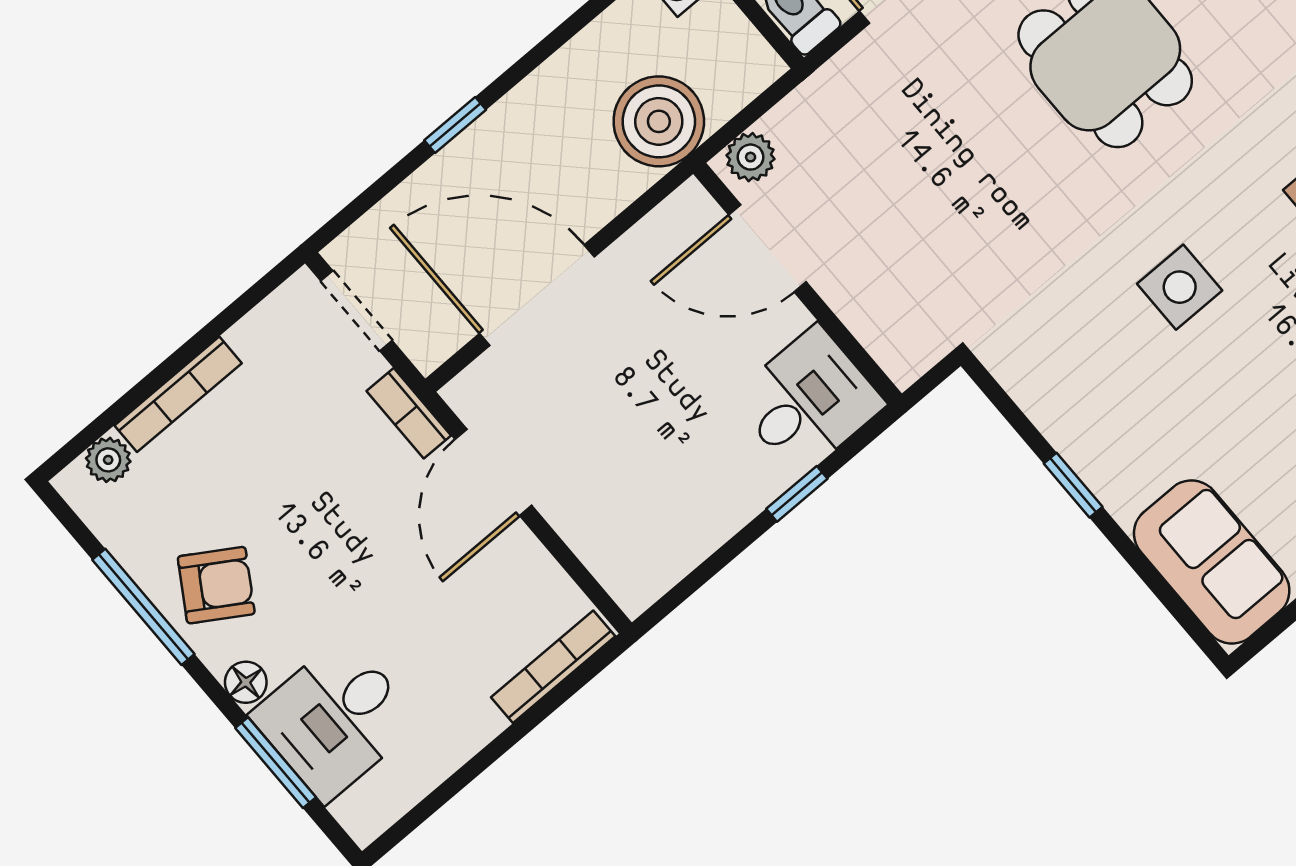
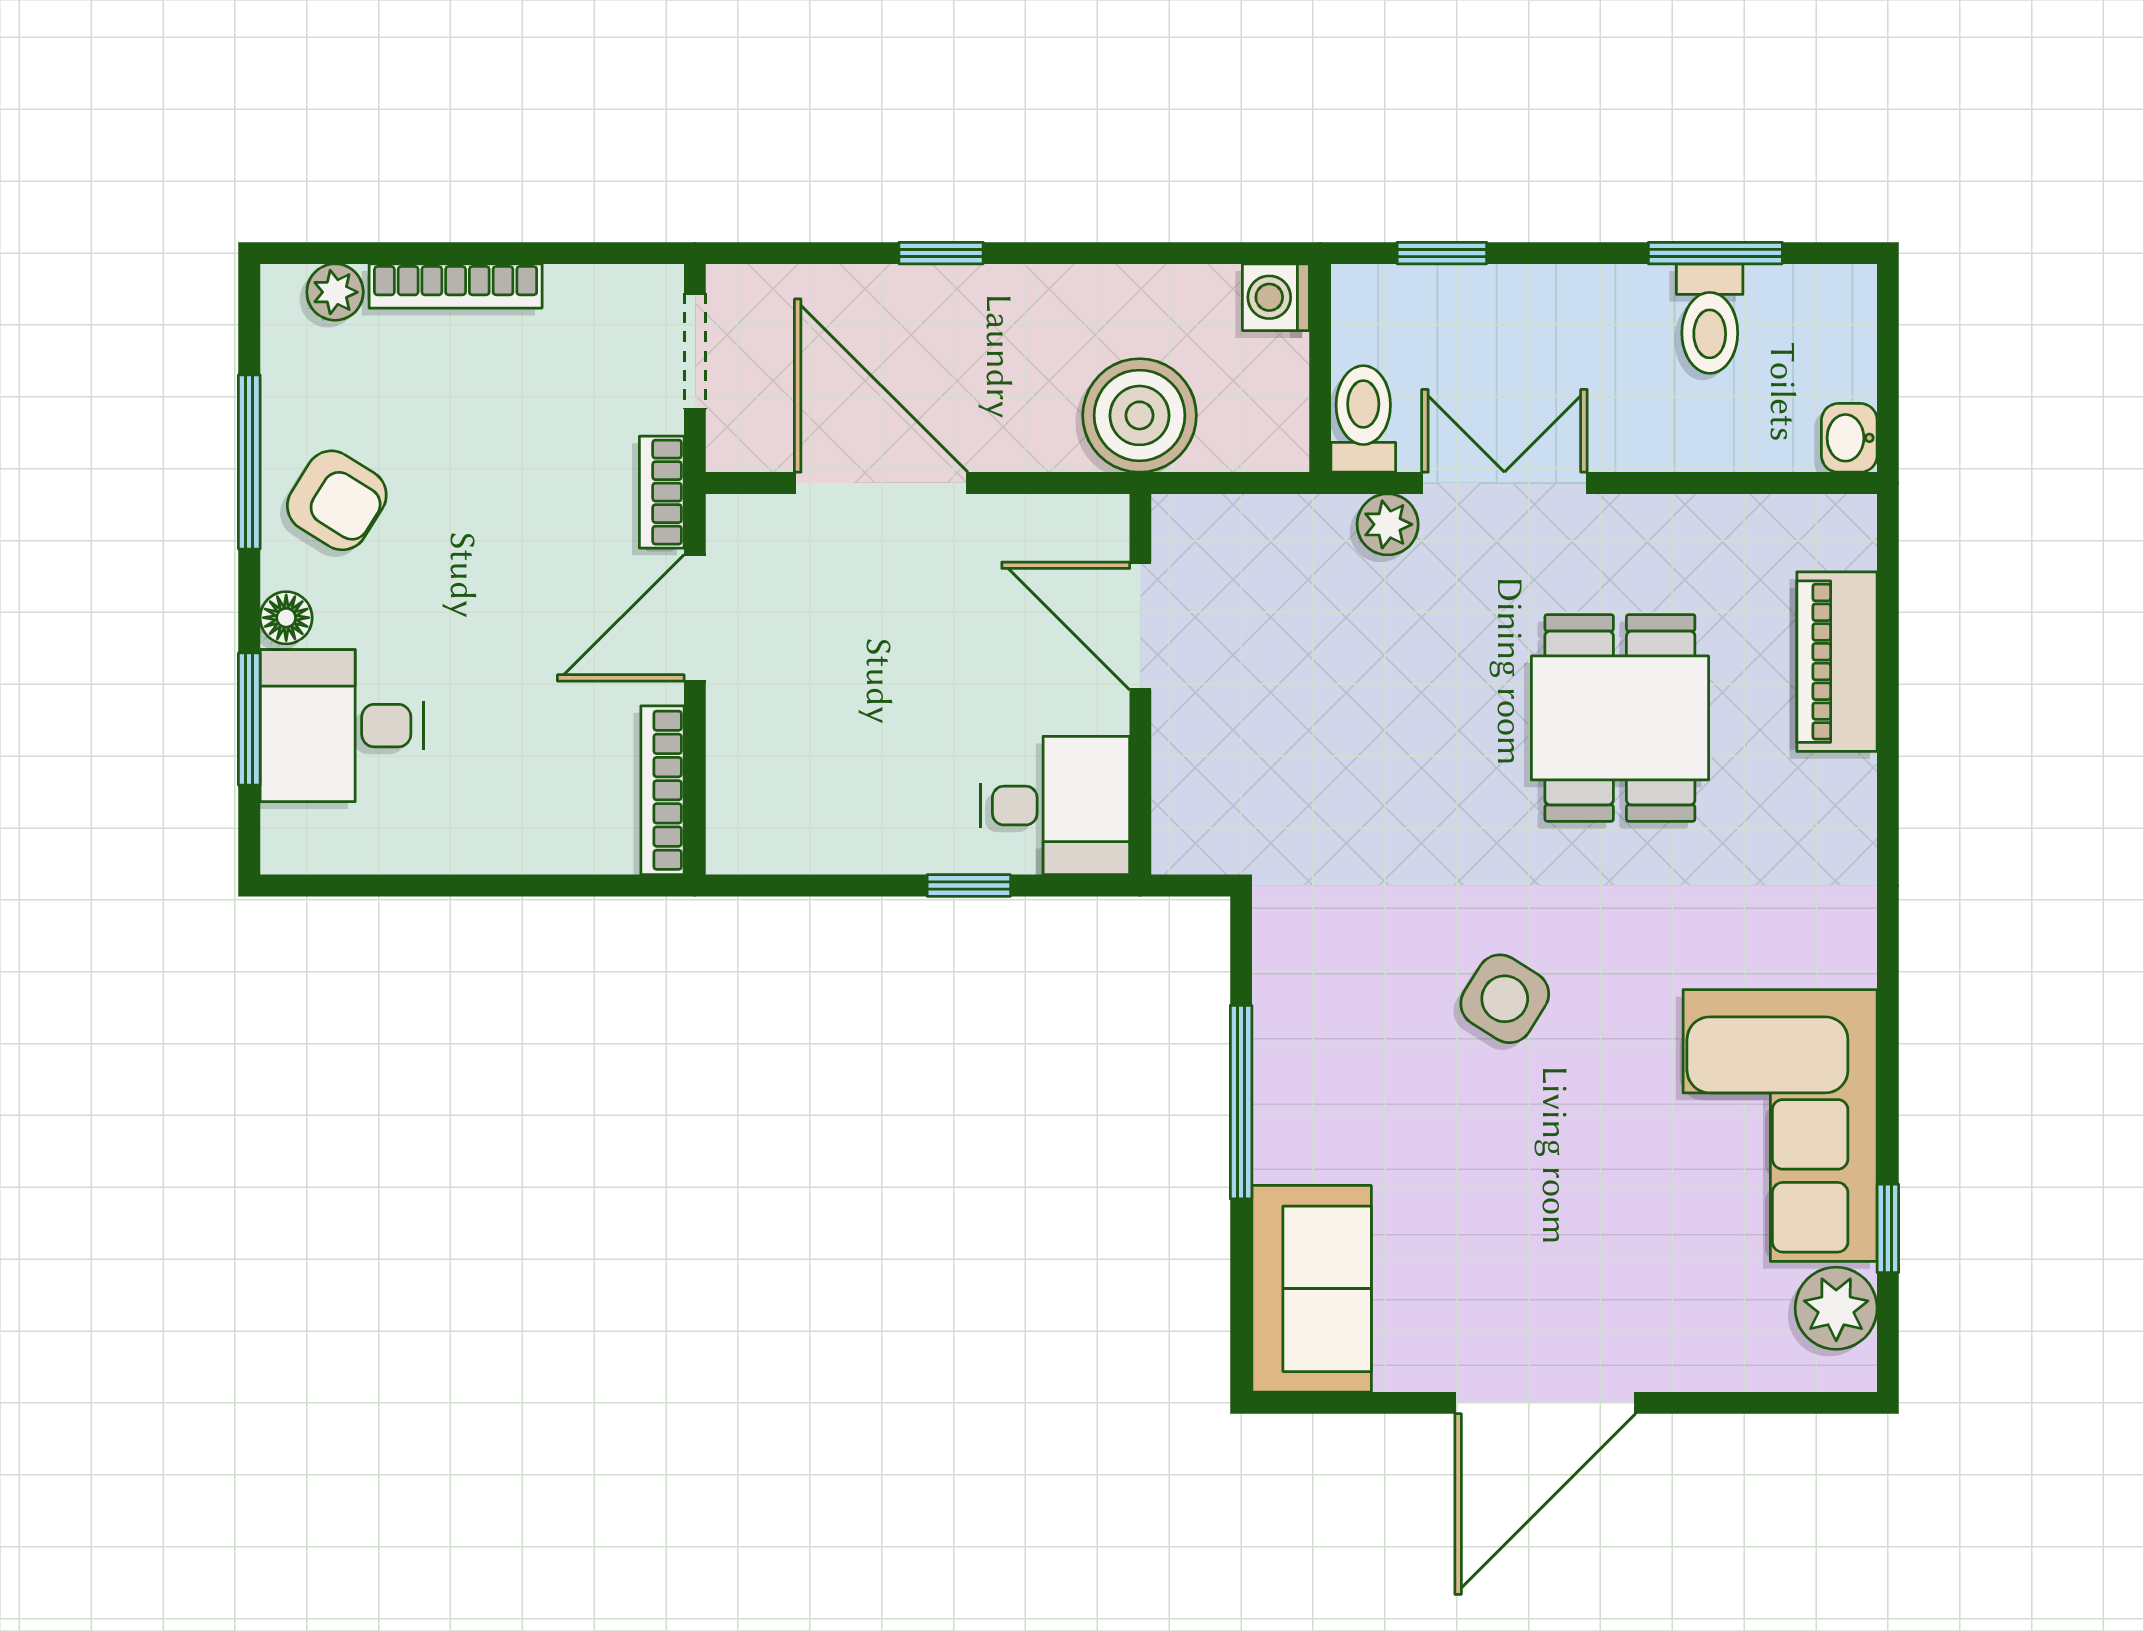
plant: (751, 157) -> (1388, 524), moved
side table: (1180, 287) -> (1505, 999), turned 32
window: (1073, 485) -> (1241, 1102), width x2.17
bookcase: (553, 667) -> (662, 790), moved, turned -90

